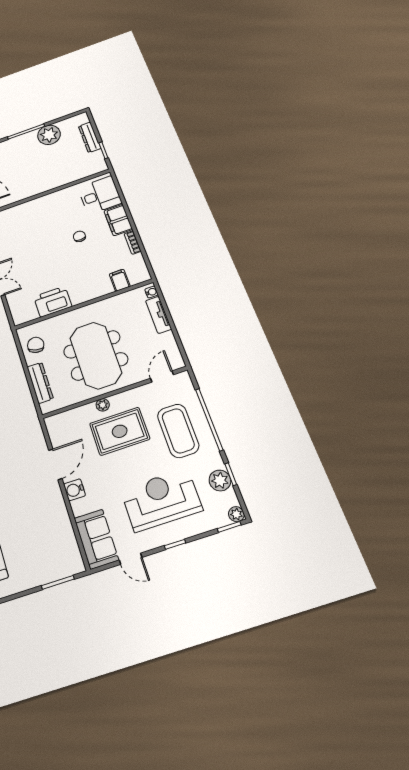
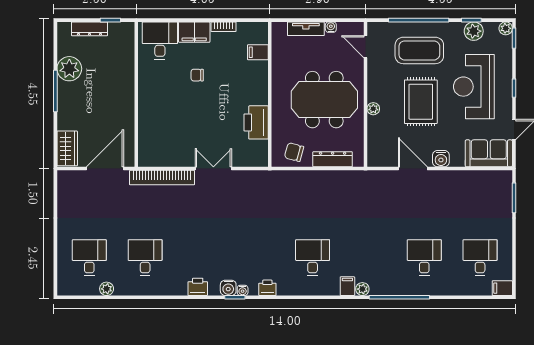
water cooler: (151, 292) -> (331, 27), moved
rug: (120, 431) -> (421, 102), moved

